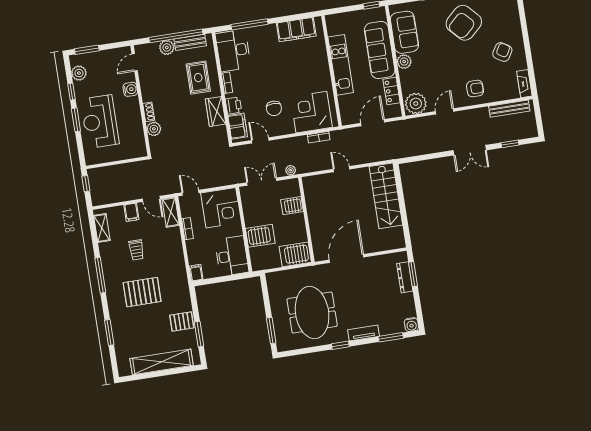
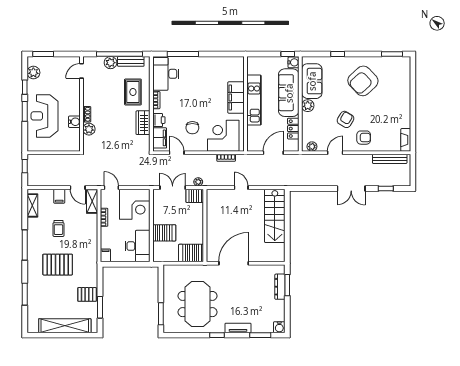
water cooler: (380, 14) -> (293, 62), added
filing cabinet: (296, 30) -> (236, 97), moved, turned 90
armchair: (502, 52) -> (345, 119), moved
water cooler: (130, 89) -> (74, 122), moved
plant: (416, 104) -> (312, 147), width x0.53, depth x0.53
server rack: (292, 206) -> (195, 196), moved

